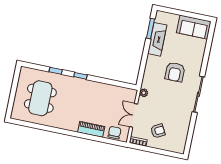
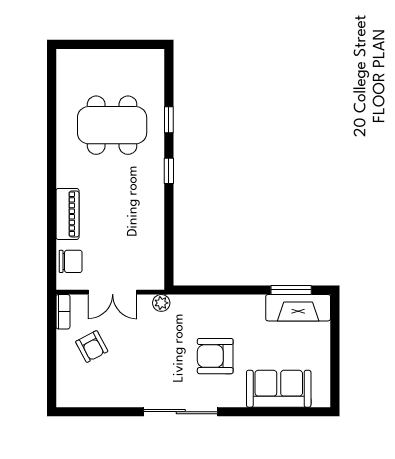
sofa: (194, 27) -> (279, 389), moved, turned 90
fireplace: (157, 39) -> (298, 308), moved
dining table: (40, 98) -> (112, 125), moved
double door: (134, 115) -> (113, 292), swing flipped

